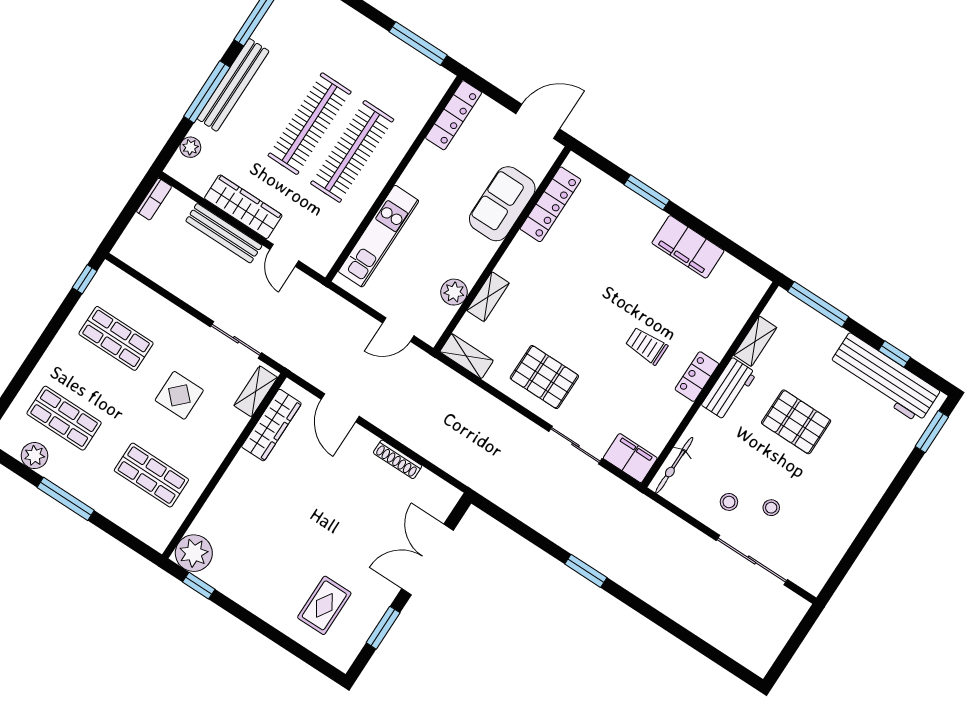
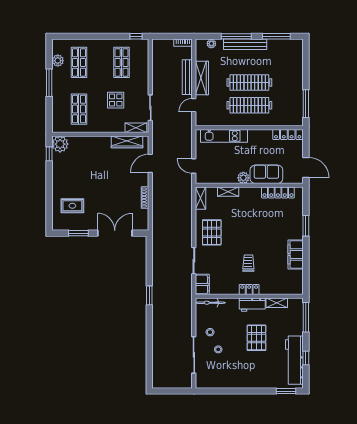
plant: (454, 292) -> (243, 178), moved

